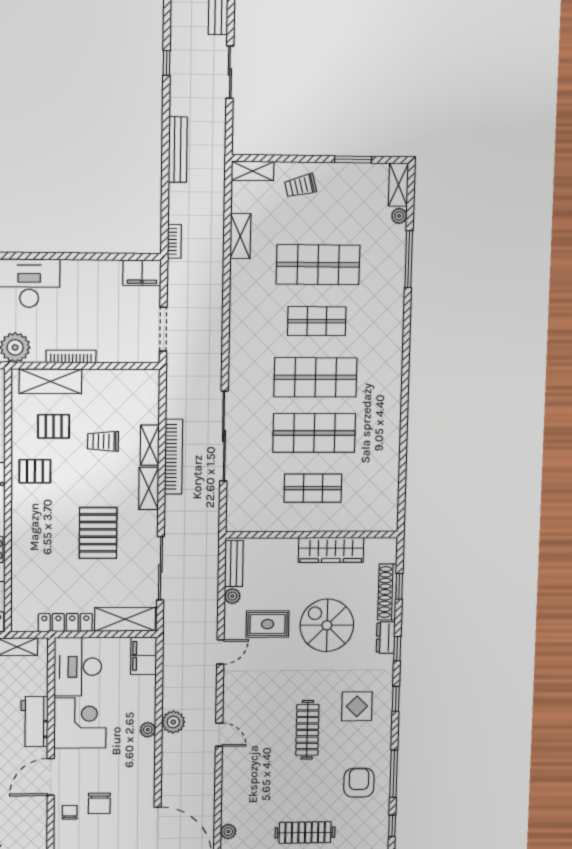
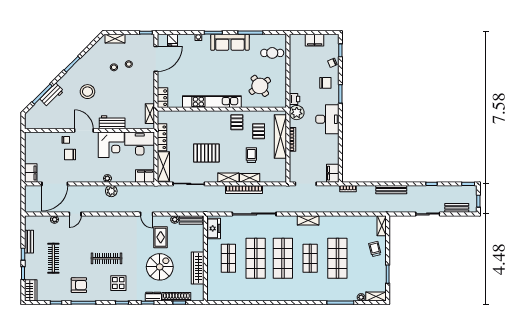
shelving: (240, 236) -> (308, 220), moved
shelving: (50, 381) -> (280, 137), width x1.47
freezer: (252, 518) -> (214, 228), added
door: (219, 735) -> (75, 214), moved

